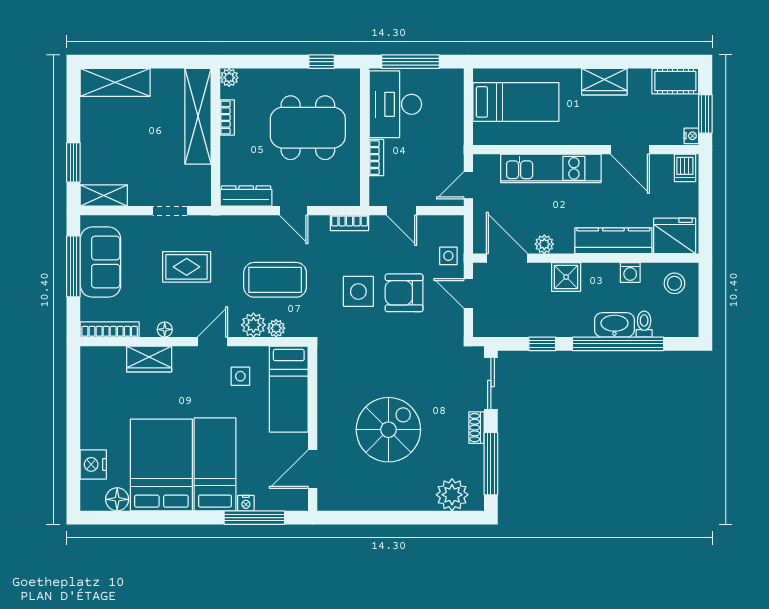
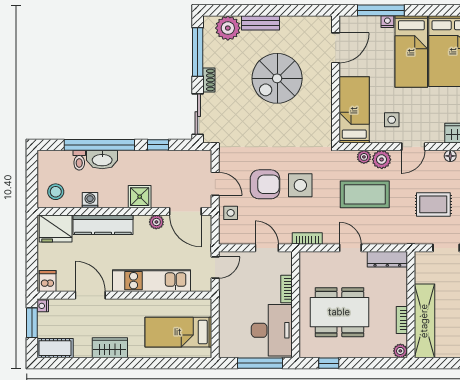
bench: (410, 501) -> (260, 23), added

